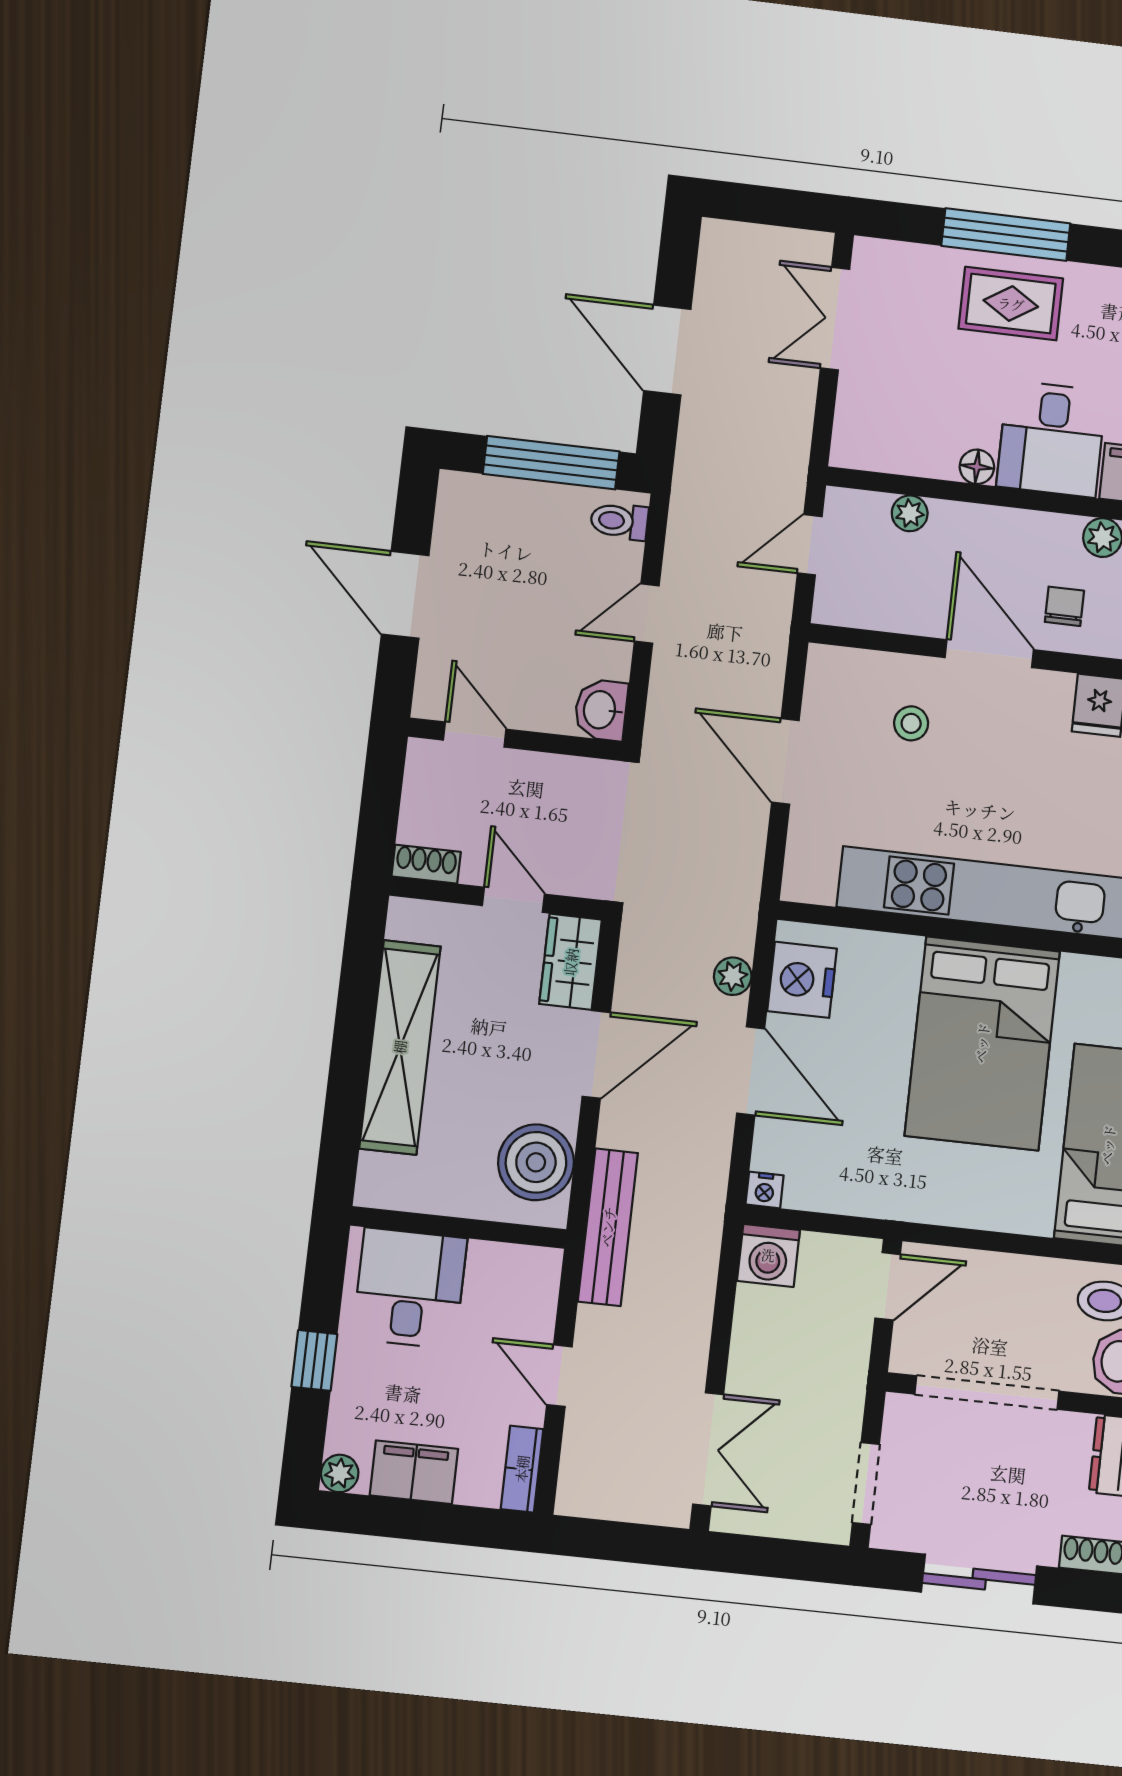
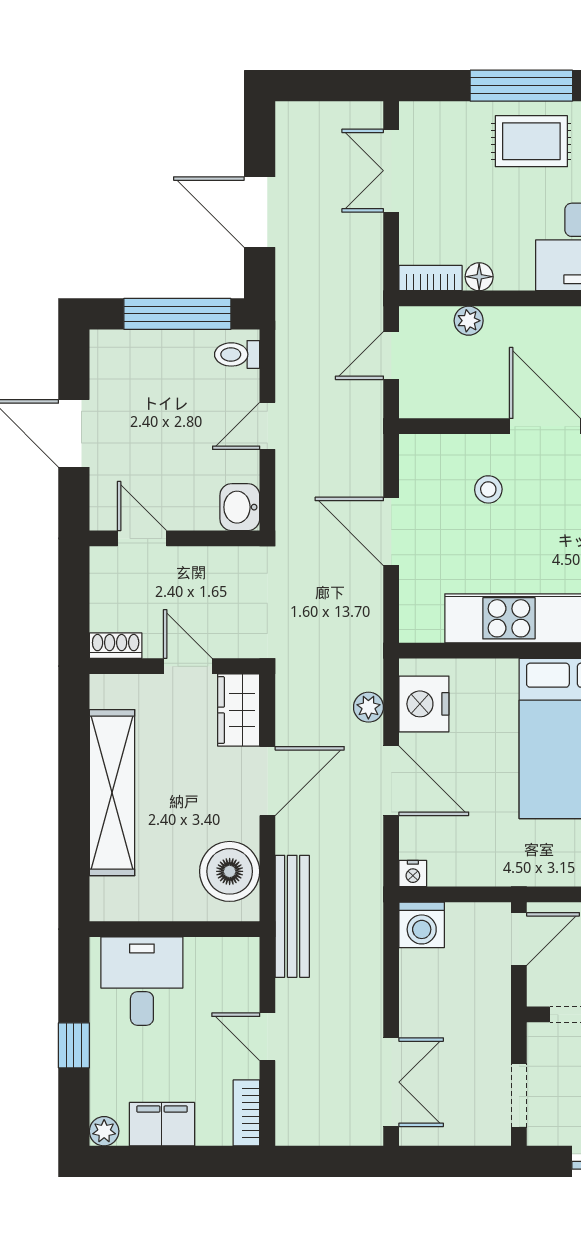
bookcase: (869, 456) -> (431, 278), added
floor lamp: (977, 467) -> (479, 277), moved

